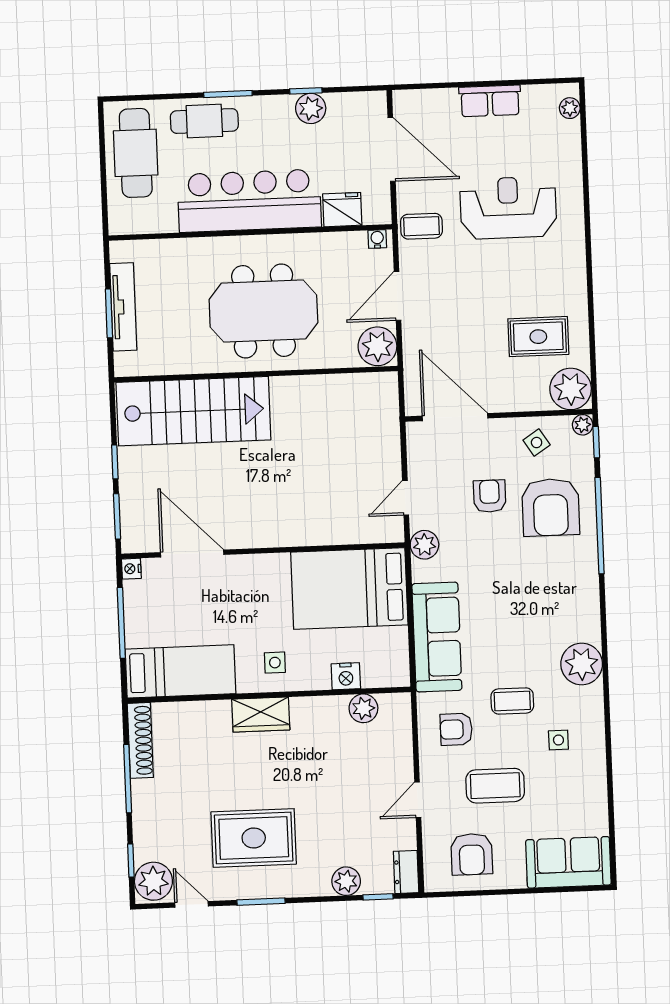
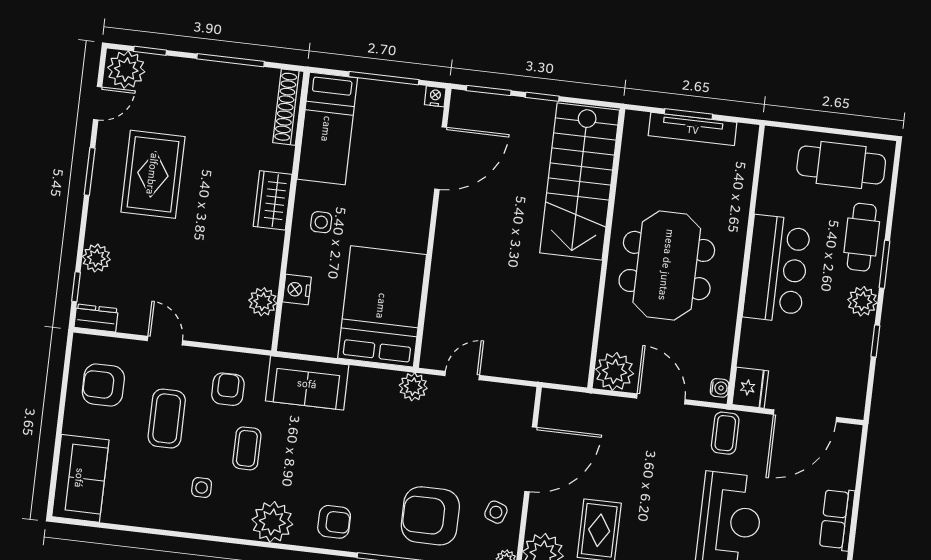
plant: (311, 108) -> (862, 301), moved
bar counter: (249, 201) -> (777, 269), width x0.73
fridge: (342, 210) -> (750, 388), moved
door: (455, 417) -> (531, 459), moved
side table: (537, 442) -> (496, 512), turned -37
armchair: (490, 496) -> (334, 522), moved
door: (406, 498) -> (462, 376), hinge flipped
sofa: (437, 637) -> (307, 383), width x0.73
shoe rack: (140, 740) -> (288, 107), moved, turned 90

